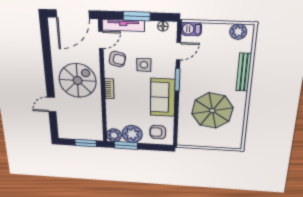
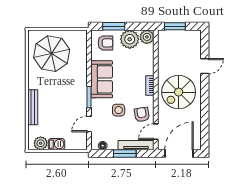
barbecue: (191, 29) -> (56, 144), moved
armchair: (117, 59) -> (142, 114), turned 69
parasol: (212, 111) -> (52, 54), moved
window: (126, 145) -> (114, 26), moved

